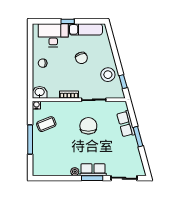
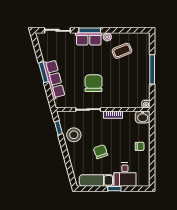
desk: (53, 35) -> (125, 175), width x0.73
coffee table: (46, 124) -> (122, 51), moved
row of seats: (126, 124) -> (54, 79), width x1.48
chair: (88, 126) -> (94, 83), turned 180

